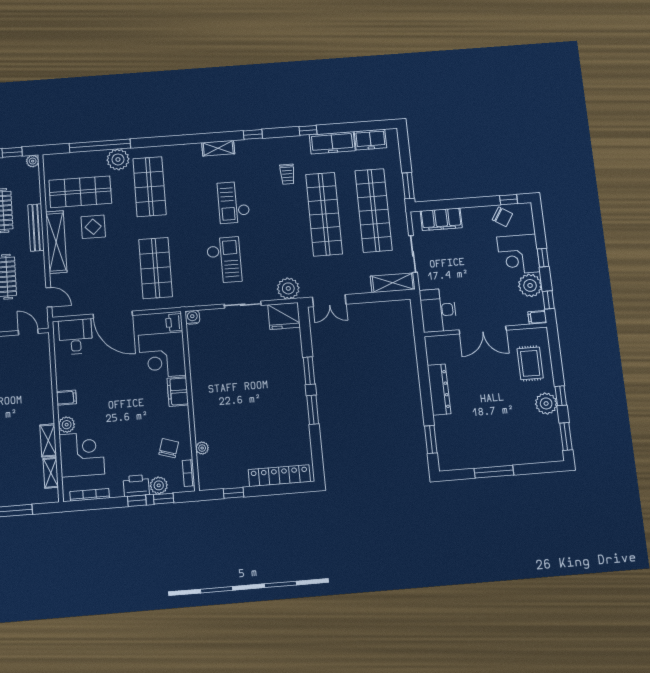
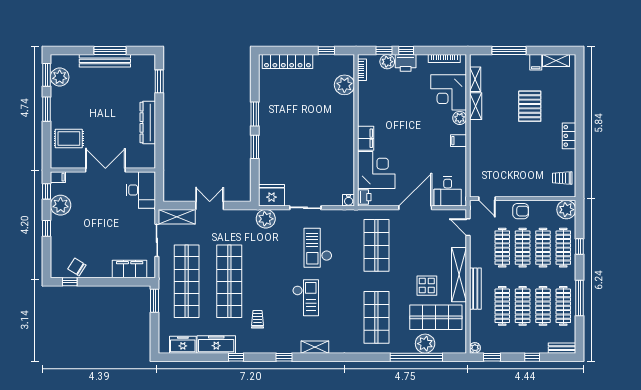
plant: (118, 159) -> (425, 344), moved
corner desk: (518, 254) -> (67, 233), removed
double door: (329, 301) -> (210, 205), moved
door: (113, 315) -> (415, 208), hinge flipped
rug: (530, 363) -> (69, 138), turned 90
window: (561, 396) -> (47, 109), width x1.50
plant: (546, 403) -> (60, 77), moved
chair: (169, 448) -> (377, 92), removed
plant: (202, 448) -> (344, 85), width x1.87, depth x1.87
bench: (499, 459) -> (105, 61), added

